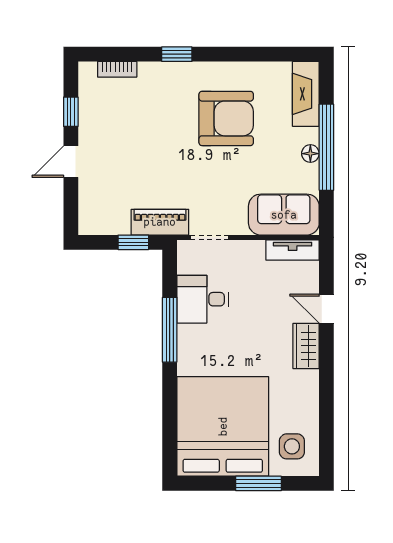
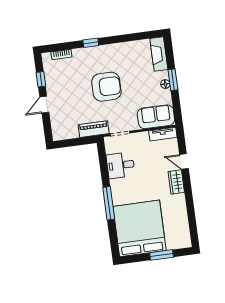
armchair: (226, 118) -> (106, 87), moved
window: (326, 147) -> (173, 80), width x0.47
window: (133, 242) -> (82, 141), removed
window: (170, 330) -> (109, 203), moved
side table: (292, 446) -> (176, 234), removed

